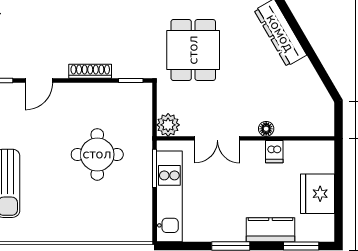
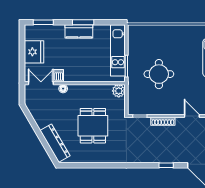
dining table: (193, 50) -> (93, 126), moved
door: (39, 81) -> (192, 116), hinge flipped
double door: (217, 138) -> (41, 83), moved
kitchen counter: (270, 230) -> (79, 31), moved

